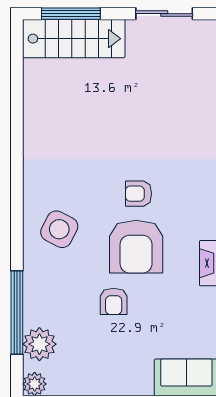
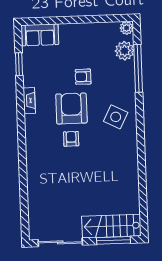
sliding door: (164, 14) -> (60, 242), width x1.37
armchair: (138, 194) -> (71, 139), turned -90
armchair: (114, 301) -> (83, 77), turned -90

